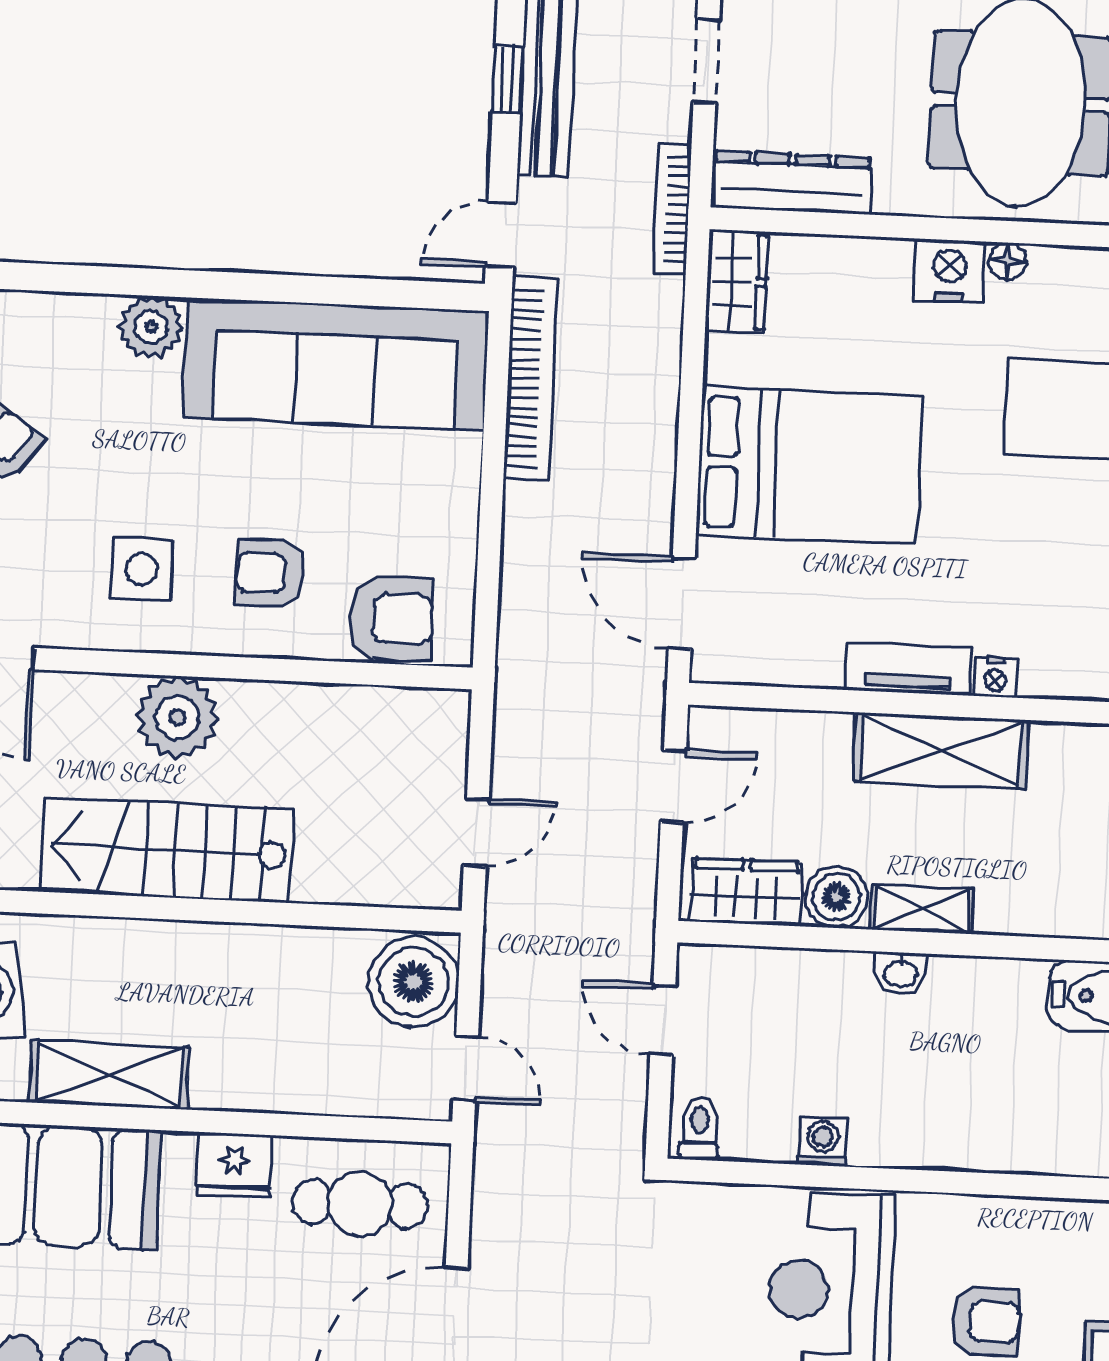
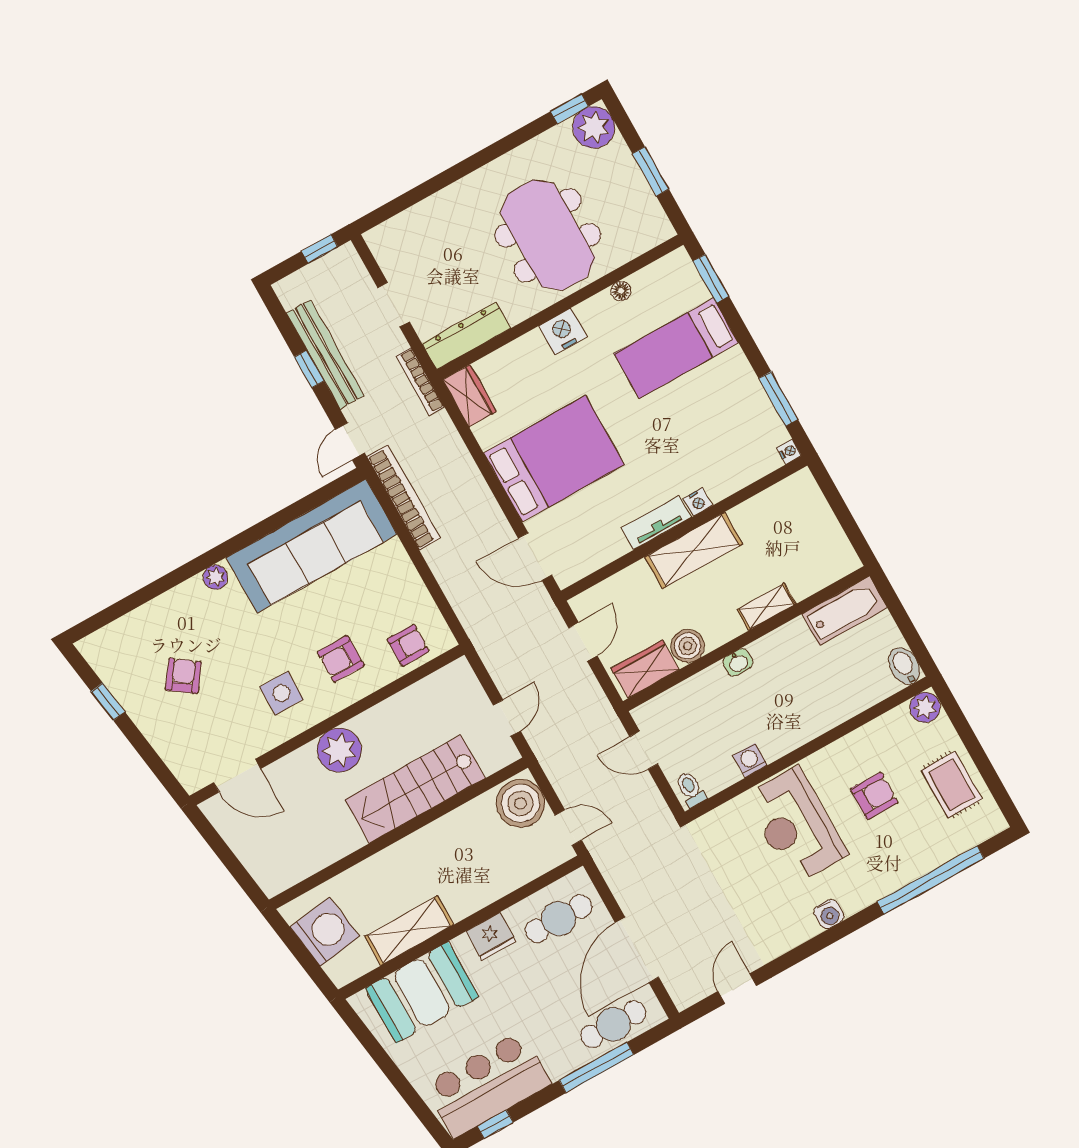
floor lamp: (1007, 261) -> (621, 291), moved
plant: (151, 327) -> (215, 577), width x0.73, depth x0.73
armchair: (391, 619) -> (408, 645), width x0.72, depth x0.72
stairs: (167, 850) -> (415, 789), moved
shelving: (922, 909) -> (766, 607), moved

